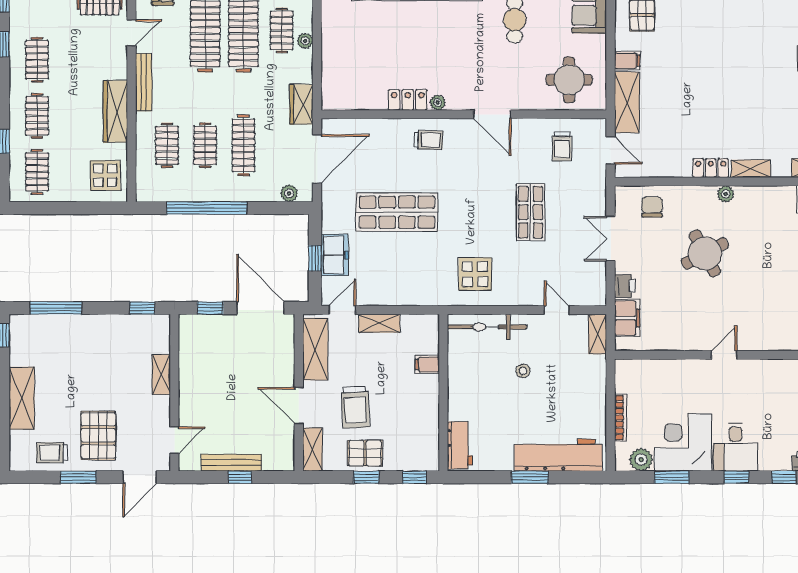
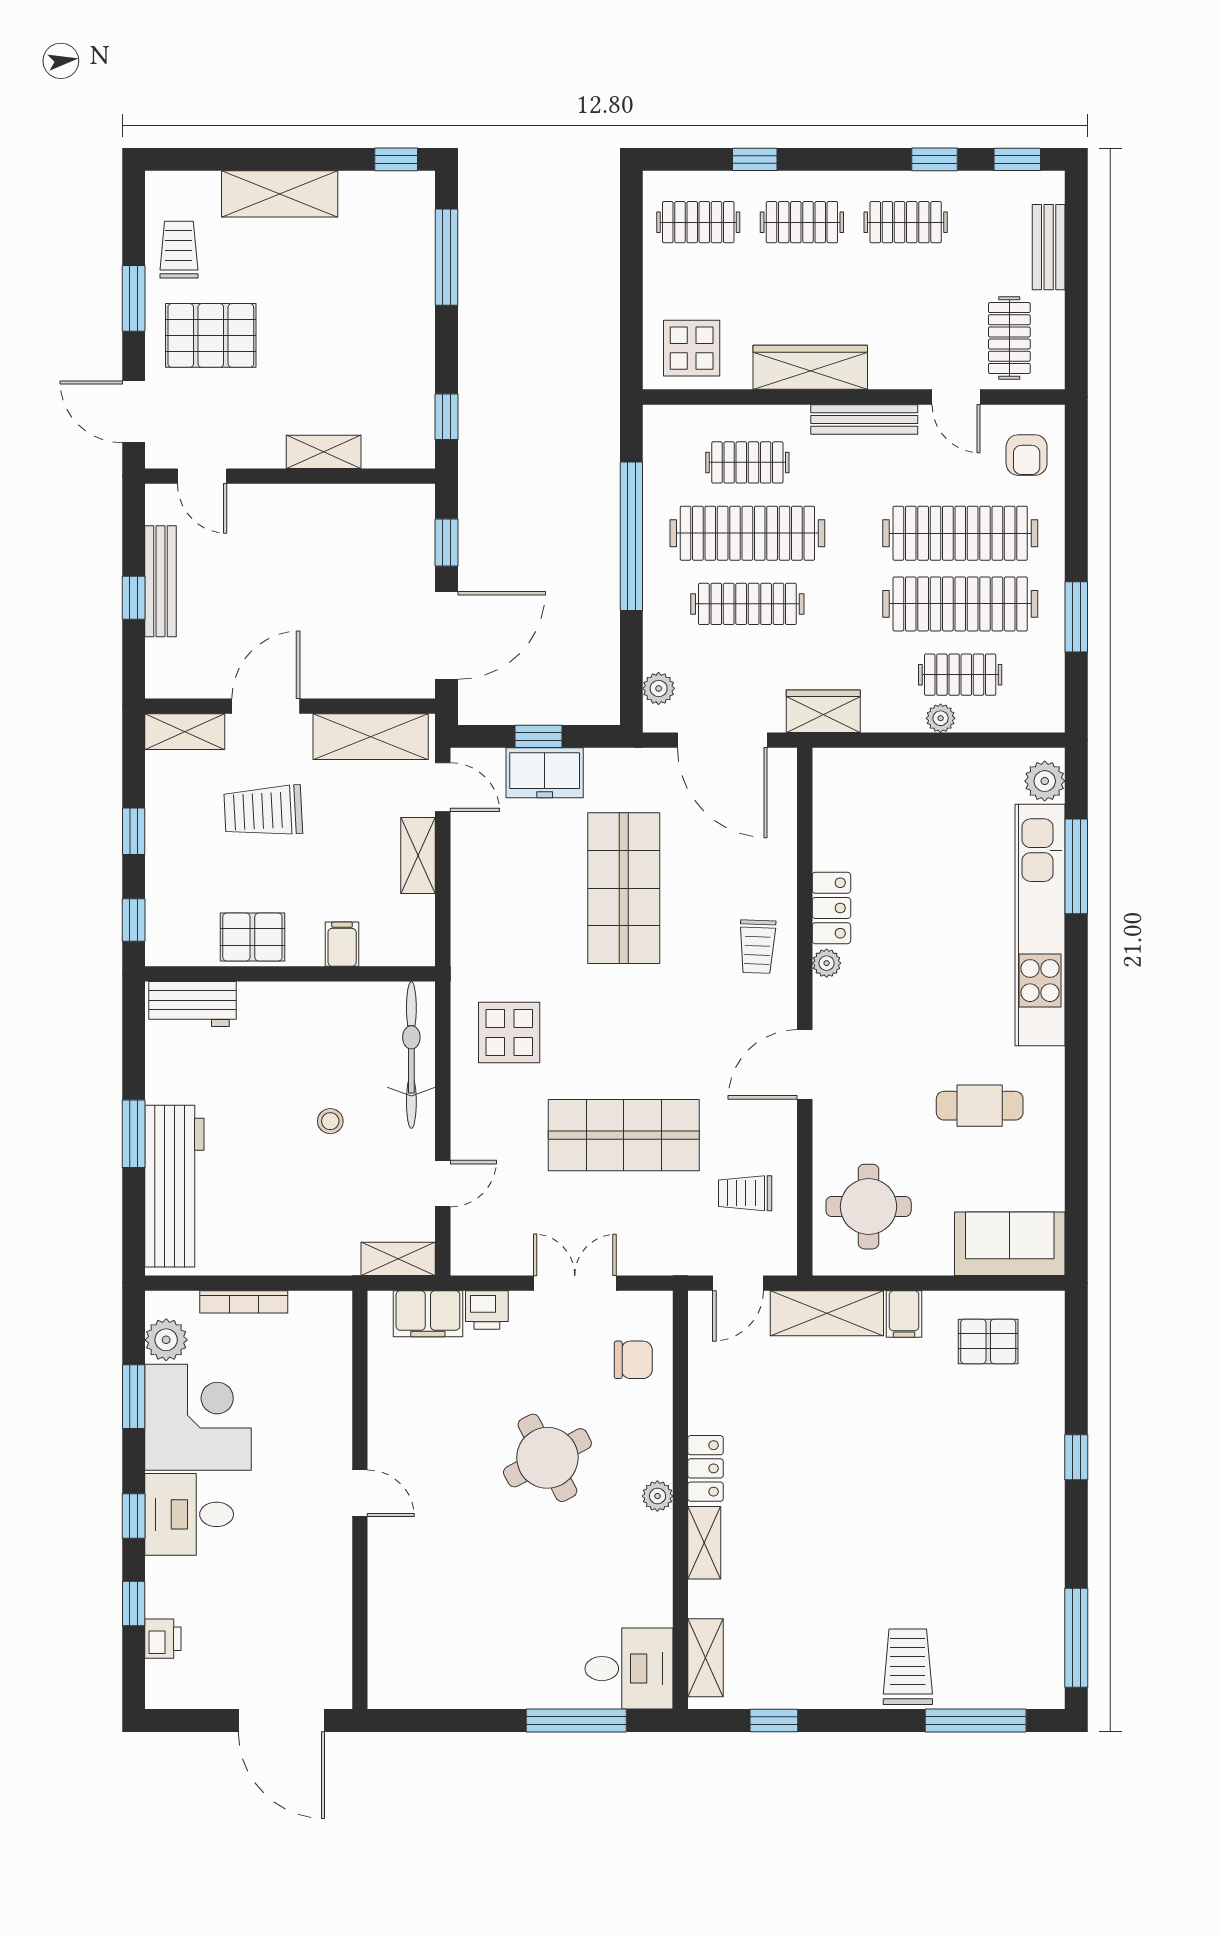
clothes rail: (205, 145) -> (747, 533), width x1.86, depth x1.31
shop shelf: (531, 212) -> (624, 1135), width x1.43, depth x1.36
pallet: (365, 453) -> (252, 937), moved, turned 90

